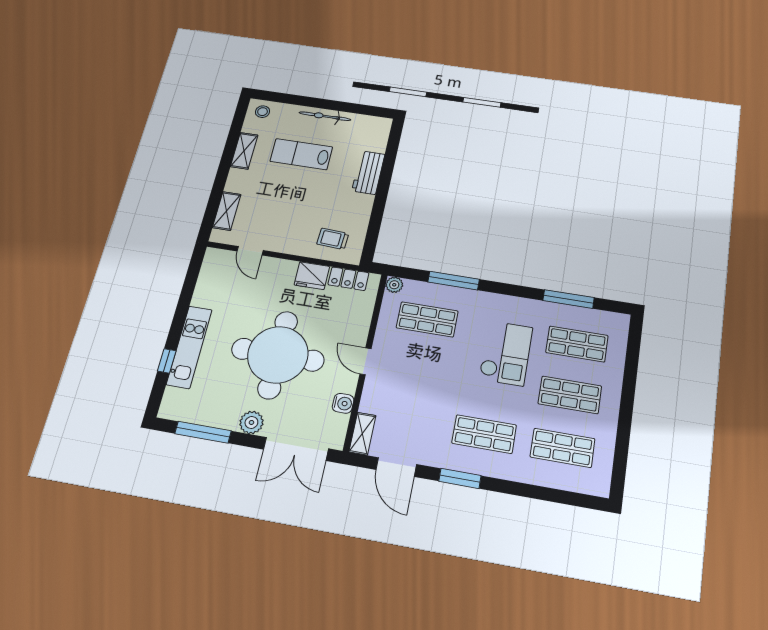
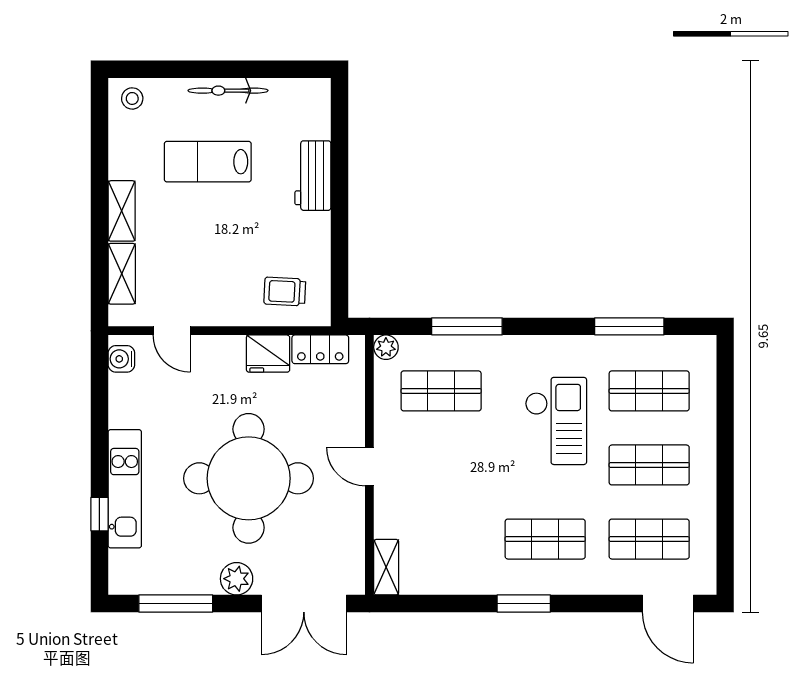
shelving: (244, 151) -> (122, 211), moved
water cooler: (343, 403) -> (121, 359), moved, turned 180
door: (396, 467) -> (668, 604), moved

